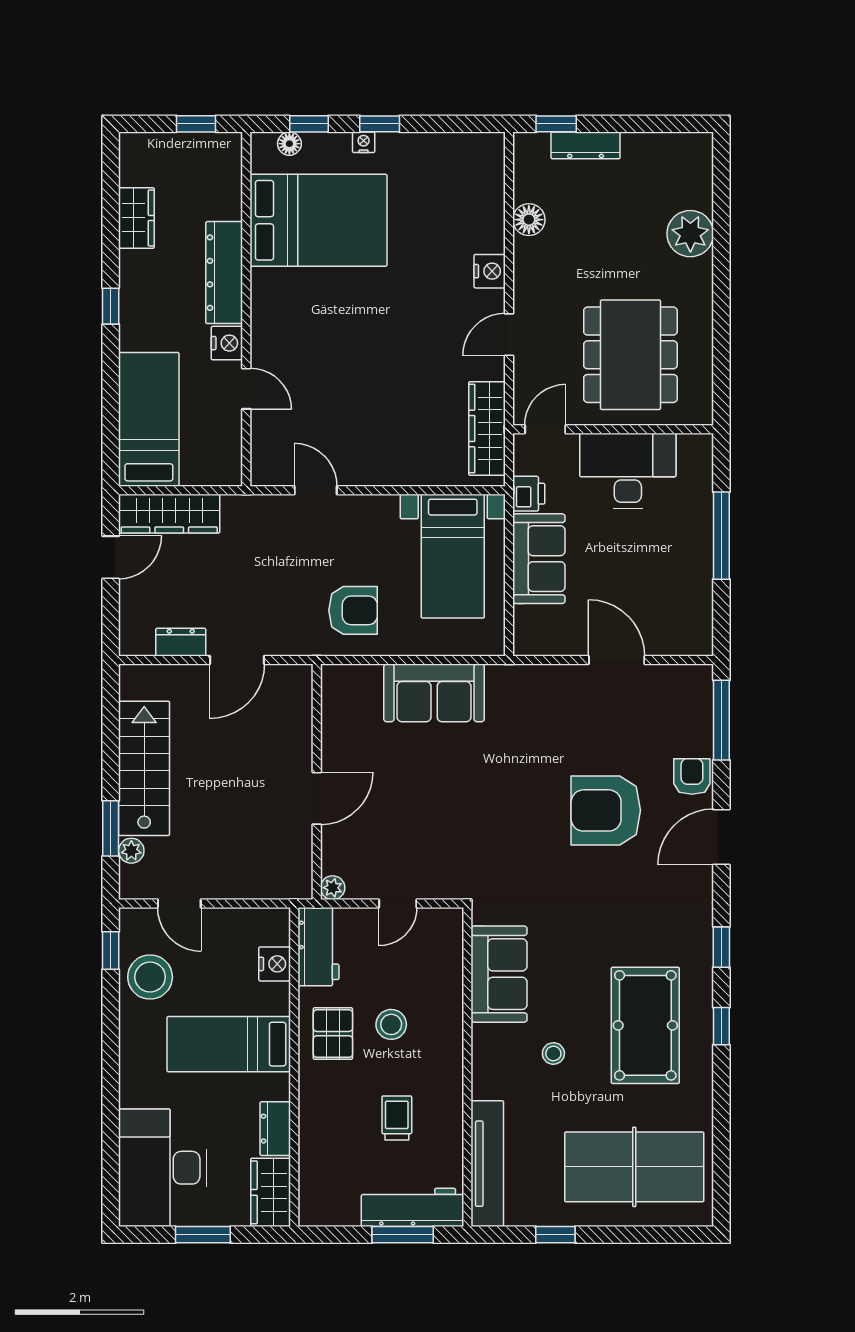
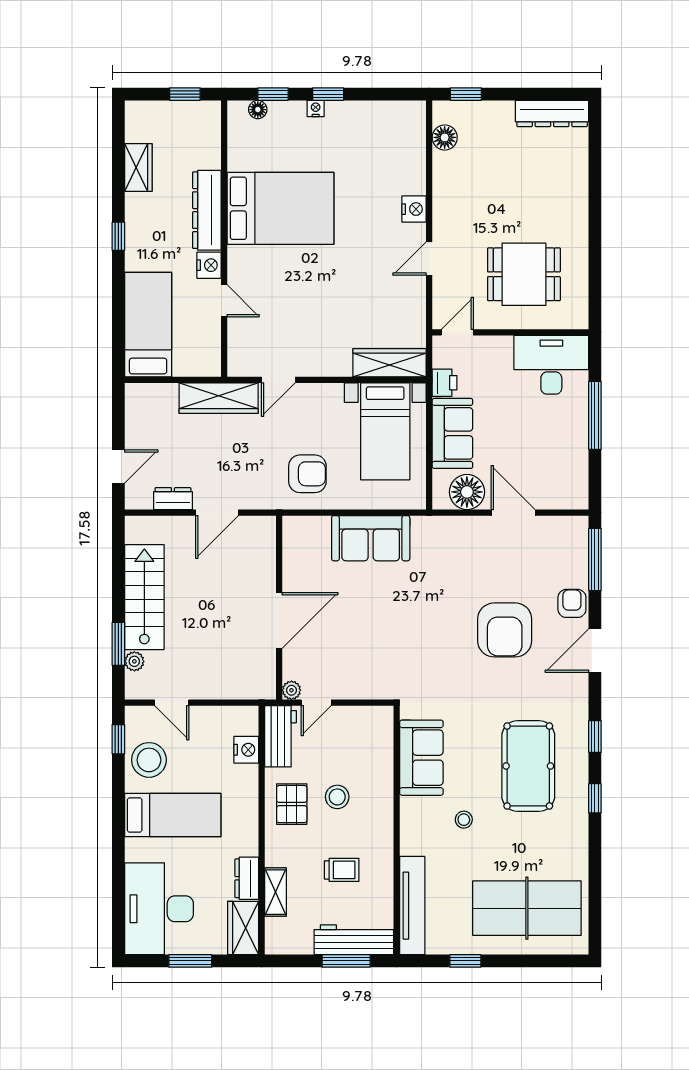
dresser: (586, 145) -> (552, 113), moved, width x1.37, depth x1.24
bed: (318, 220) -> (280, 208), moved
floor lamp: (529, 220) -> (445, 137), moved
plant: (690, 234) -> (571, 180), removed
dining table: (630, 355) -> (524, 274), width x0.73
wardrobe: (487, 428) -> (390, 363), moved, turned 90
desk: (628, 471) -> (551, 365), moved
door: (316, 490) -> (278, 380), swing flipped
wardrobe: (169, 514) -> (219, 398), moved
door: (111, 557) -> (118, 467), moved
floor lamp: (557, 634) -> (467, 492), added
door: (317, 798) -> (279, 620), width x1.36
armchair: (606, 810) -> (505, 630), turned -90
door: (398, 904) -> (316, 703), moved
pool table: (645, 1025) -> (528, 766), moved
bed: (229, 1044) -> (173, 815), moved, turned 180
trolley: (397, 1118) -> (342, 870), turned 90
shelving: (312, 1146) -> (275, 892), added

